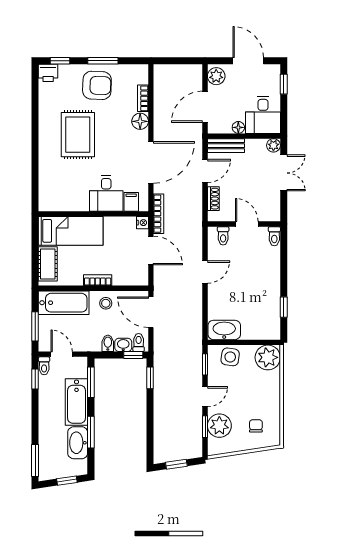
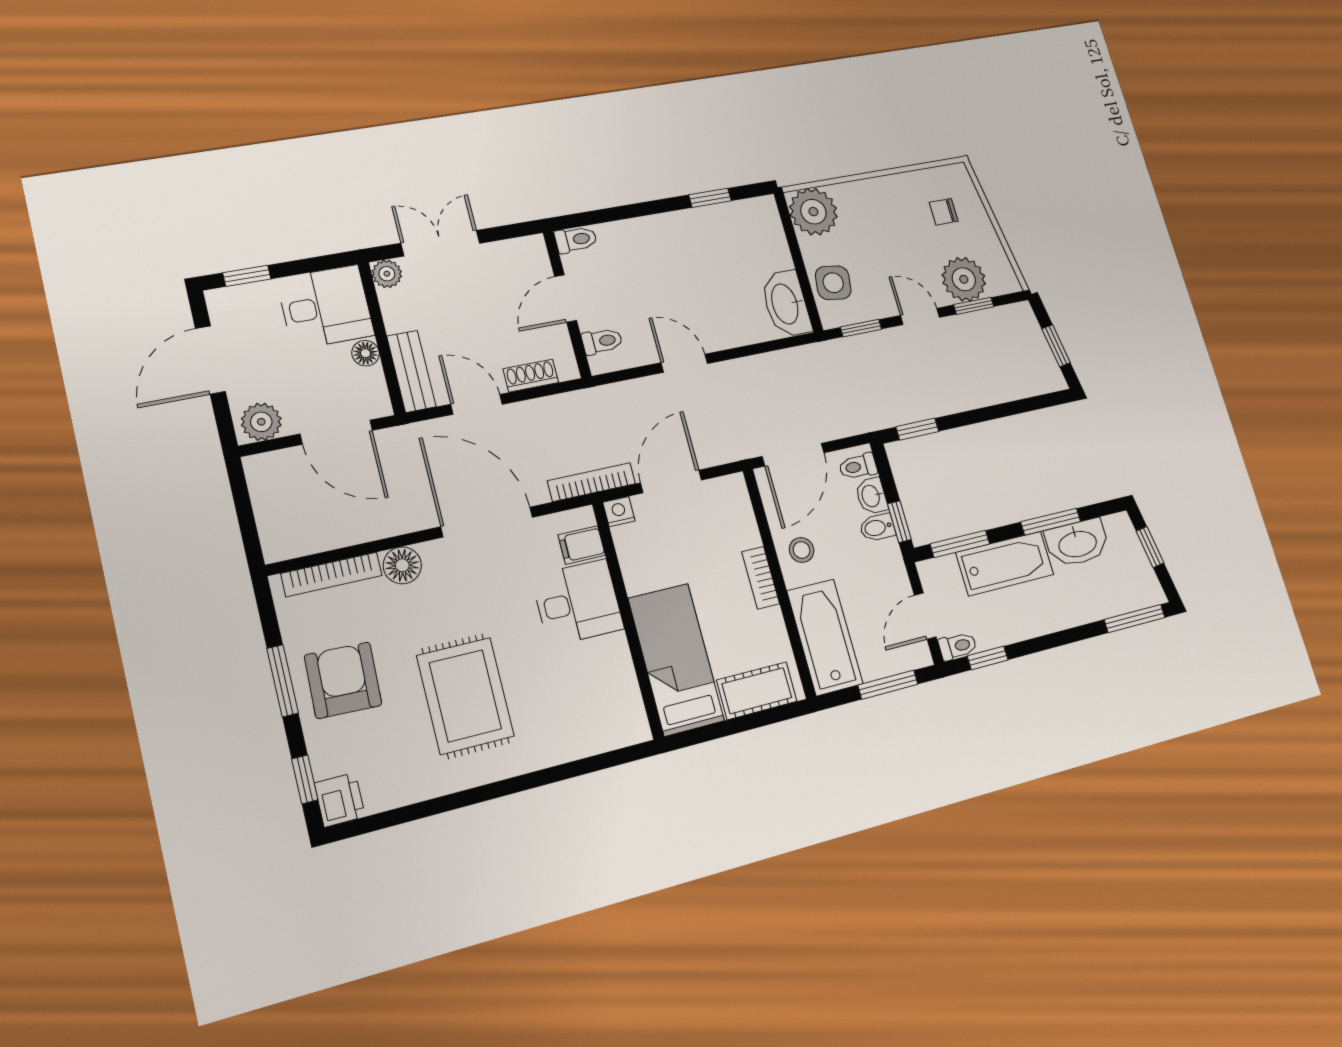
bookcase: (143, 98) -> (332, 574), width x1.56
rug: (78, 135) -> (465, 696), turned 90
window: (133, 355) -> (899, 522), moved

